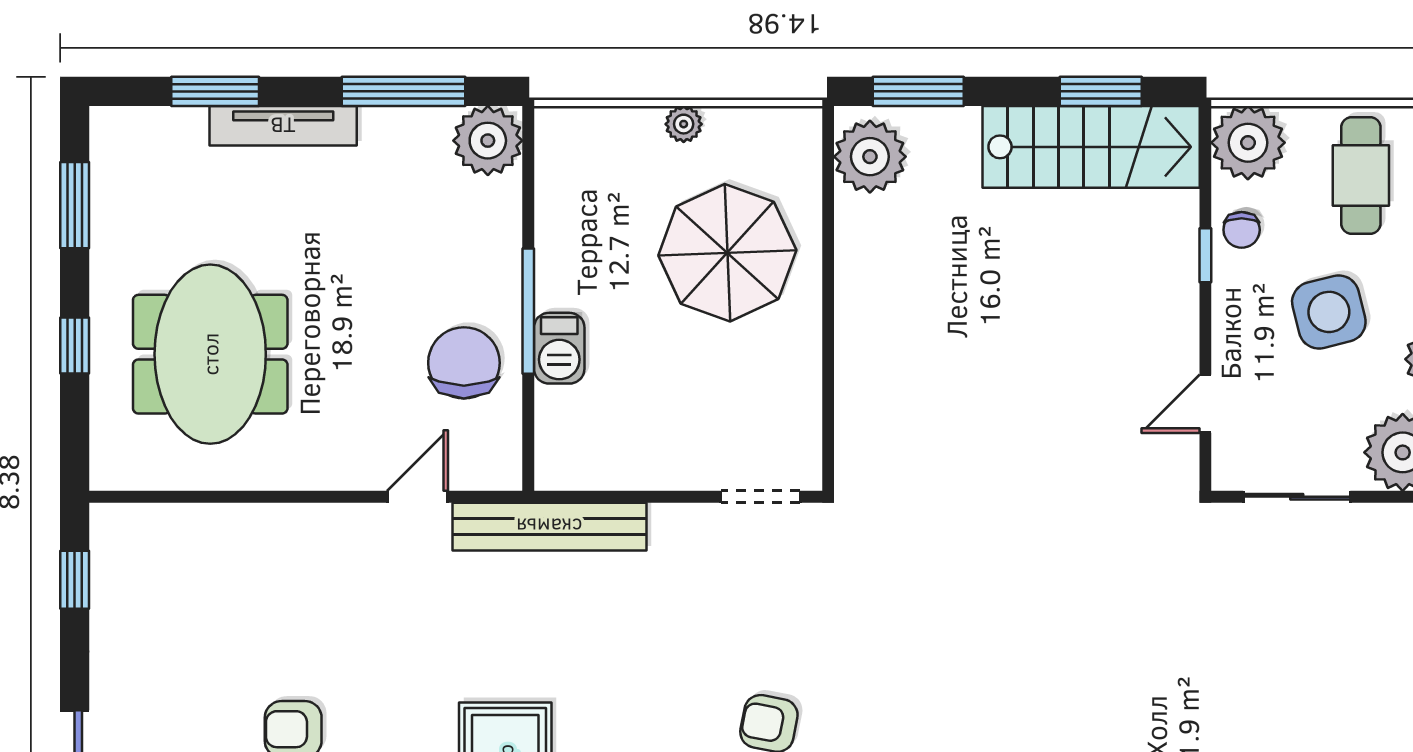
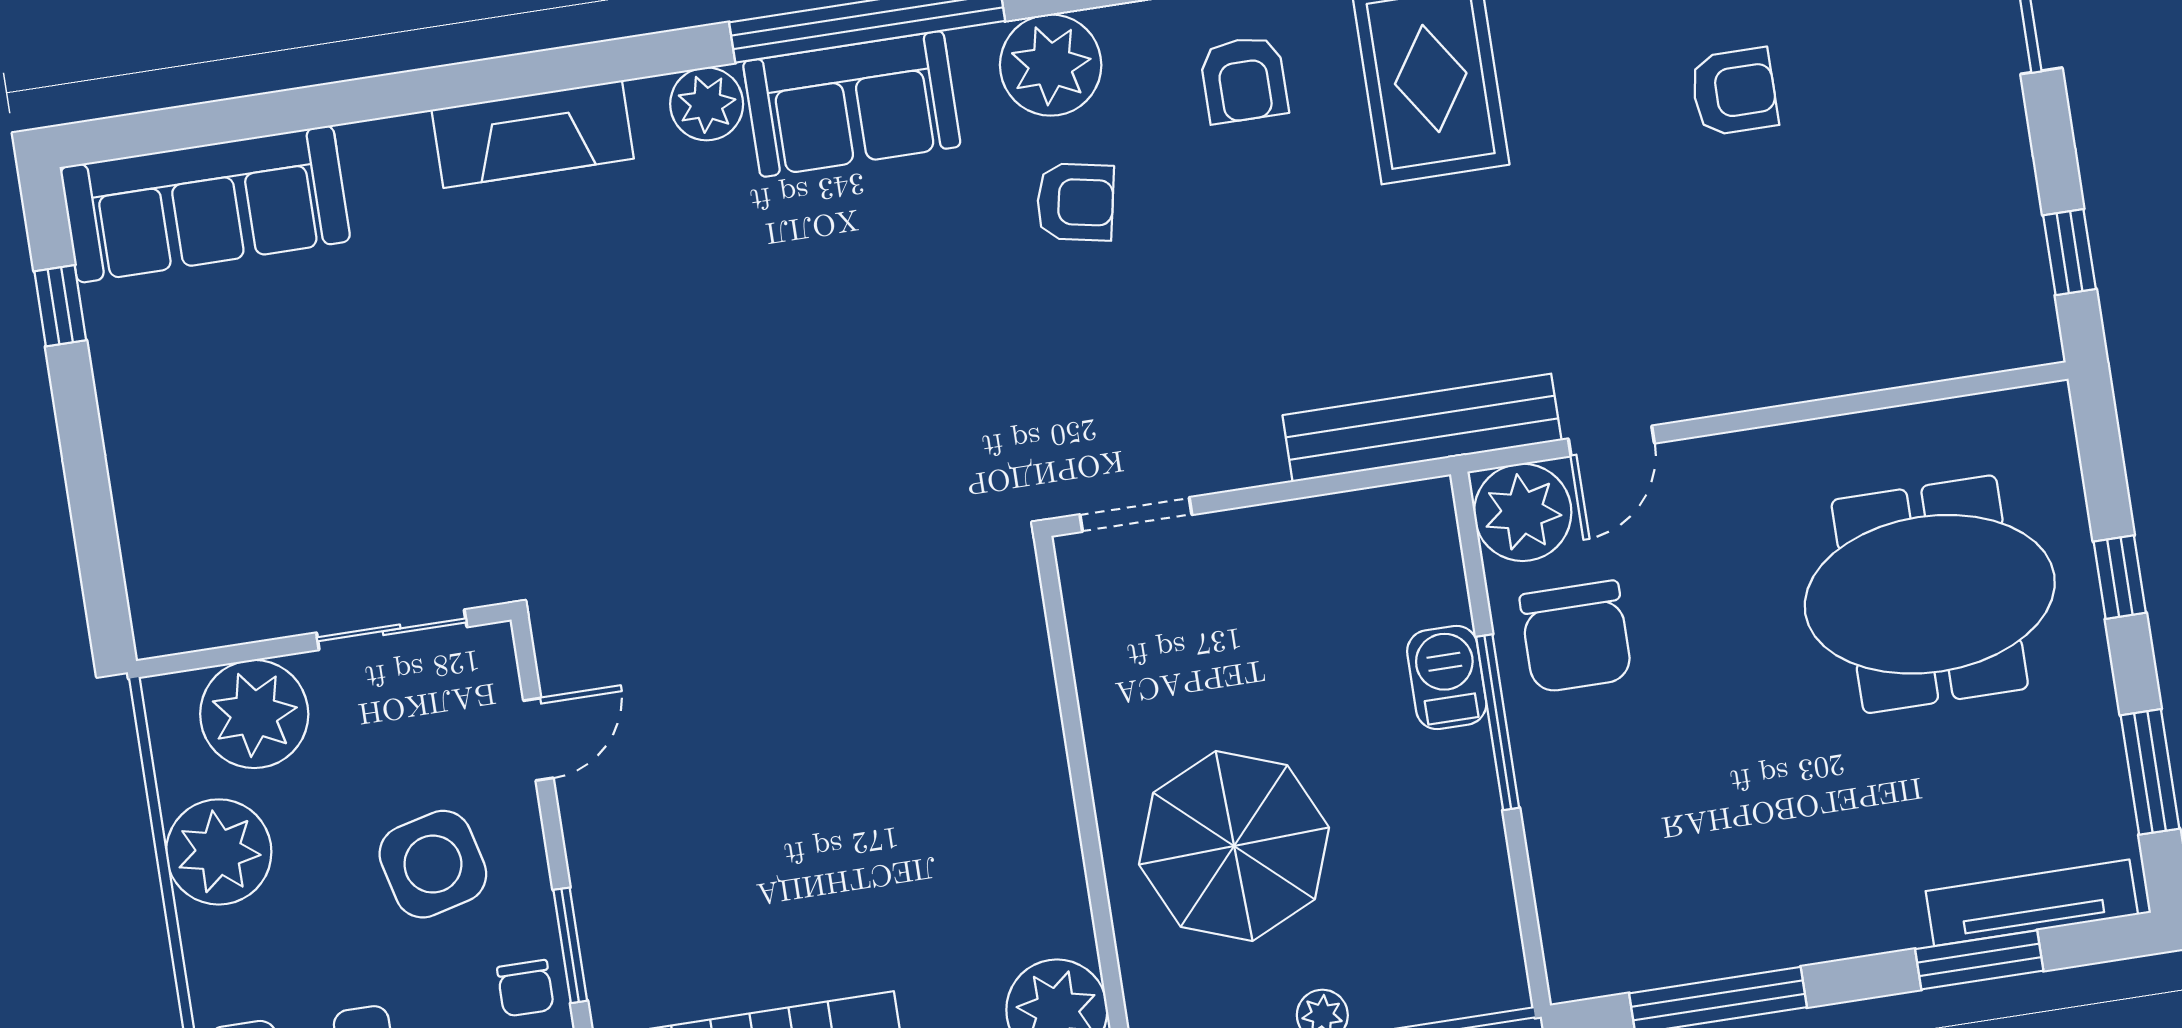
tv unit: (283, 126) -> (2032, 903), moved
plant: (488, 141) -> (1523, 512), moved
chair: (1242, 230) -> (525, 988), turned 180
window: (1205, 255) -> (570, 945), width x1.50
side table: (1329, 312) -> (433, 864), moved
meeting table: (210, 354) -> (1930, 594), turned 90

